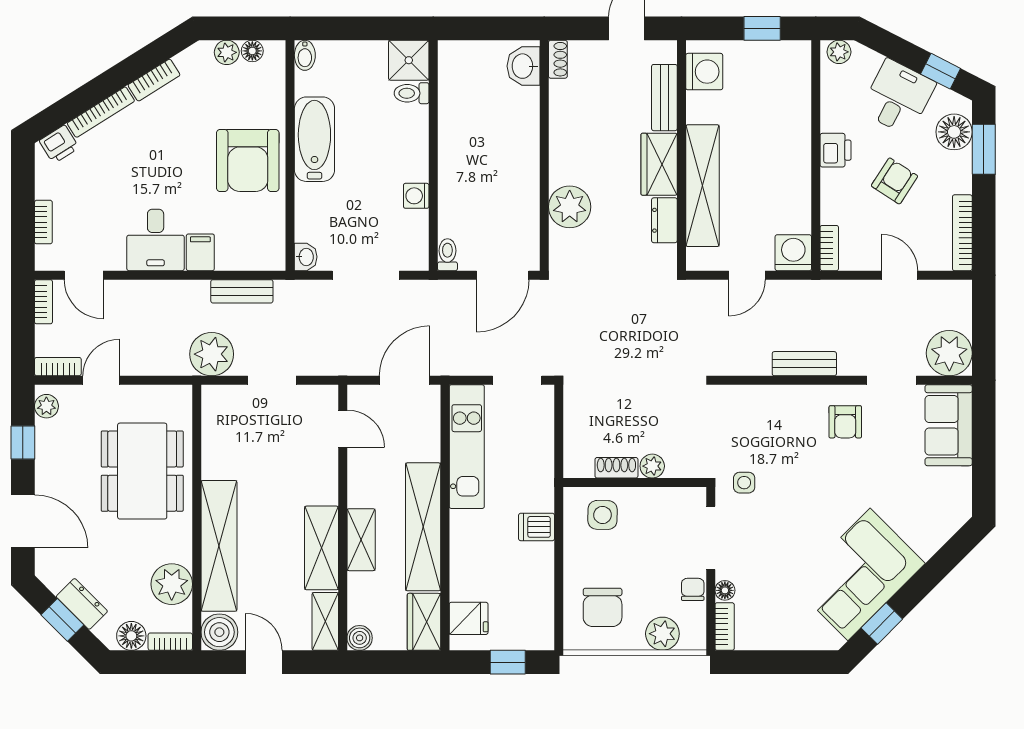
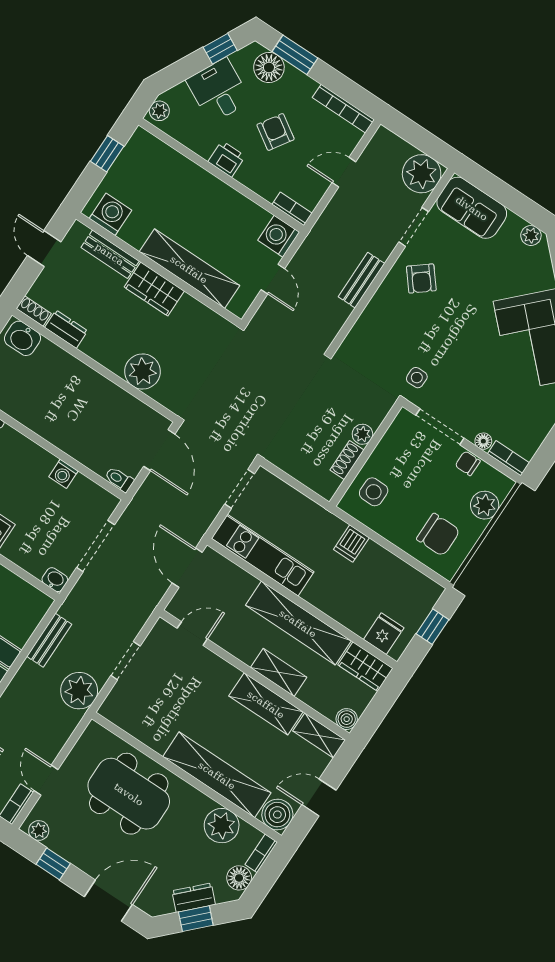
dresser: (664, 220) -> (66, 329), moved, turned 180
armchair: (845, 422) -> (421, 279), turned 51
plant: (960, 502) -> (531, 236), added

